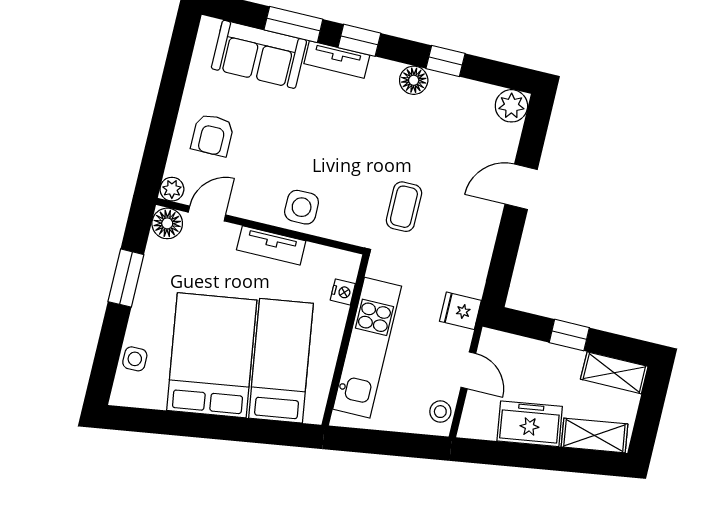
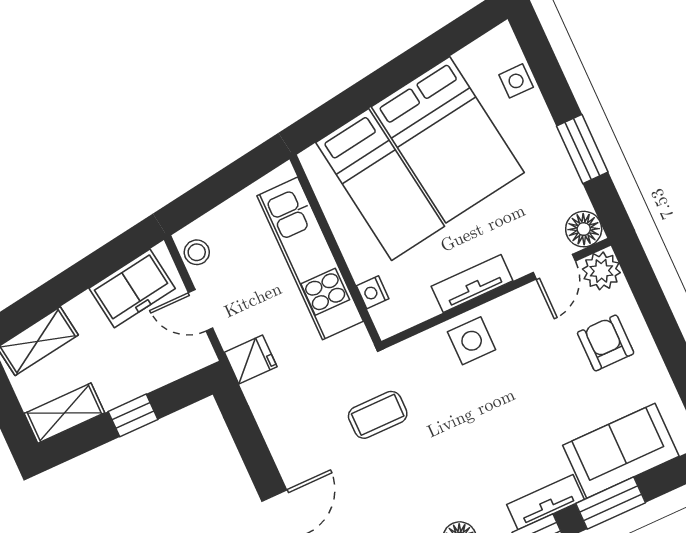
plant: (172, 189) -> (601, 271), width x1.38, depth x1.38
coffee table: (404, 207) -> (378, 415), turned 90
freezer: (530, 424) -> (132, 288), moved

